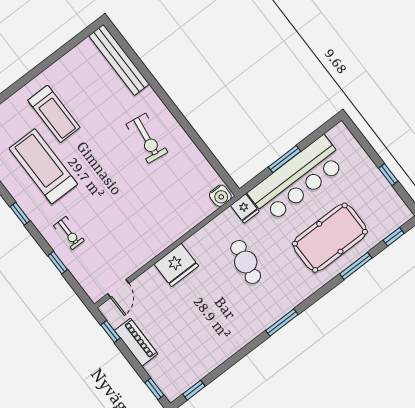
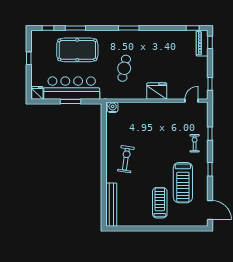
fridge: (245, 209) -> (37, 93), moved
piano: (136, 342) -> (202, 43), moved

